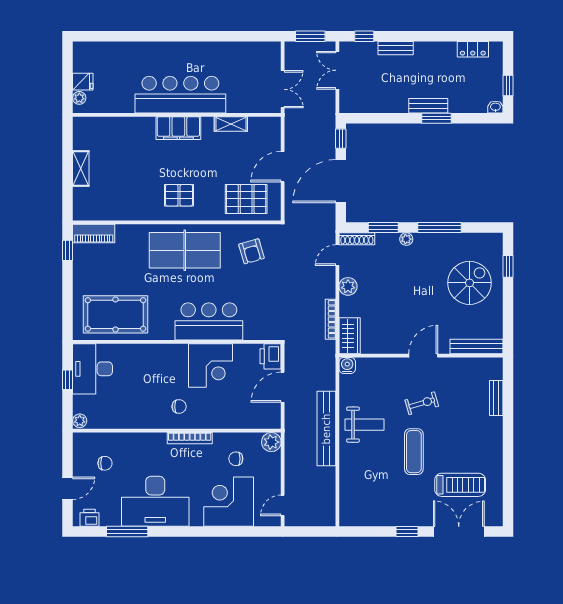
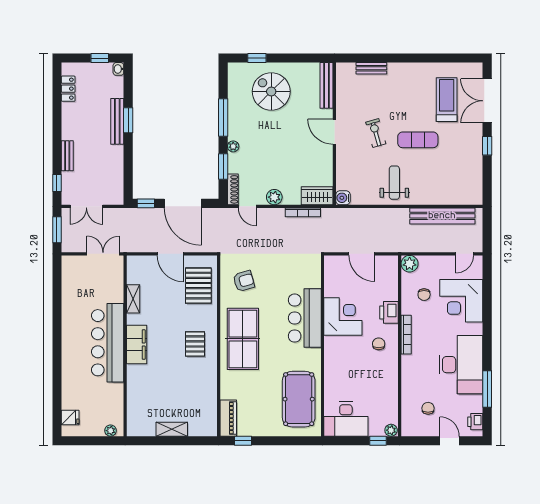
fridge: (83, 82) -> (70, 417), moved, turned 90
bench: (428, 106) -> (117, 121), width x1.36
printer: (270, 356) -> (389, 312), moved, turned 90
window: (68, 380) -> (378, 441), moved
bench: (326, 429) -> (442, 216), moved
door: (283, 505) -> (464, 254), hinge flipped

